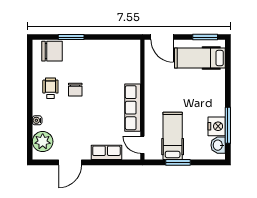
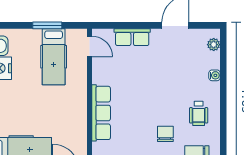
chair: (75, 90) -> (165, 134), moved
row of seats: (133, 108) -> (101, 113), moved
plant: (43, 142) -> (214, 45), width x0.53, depth x0.53

